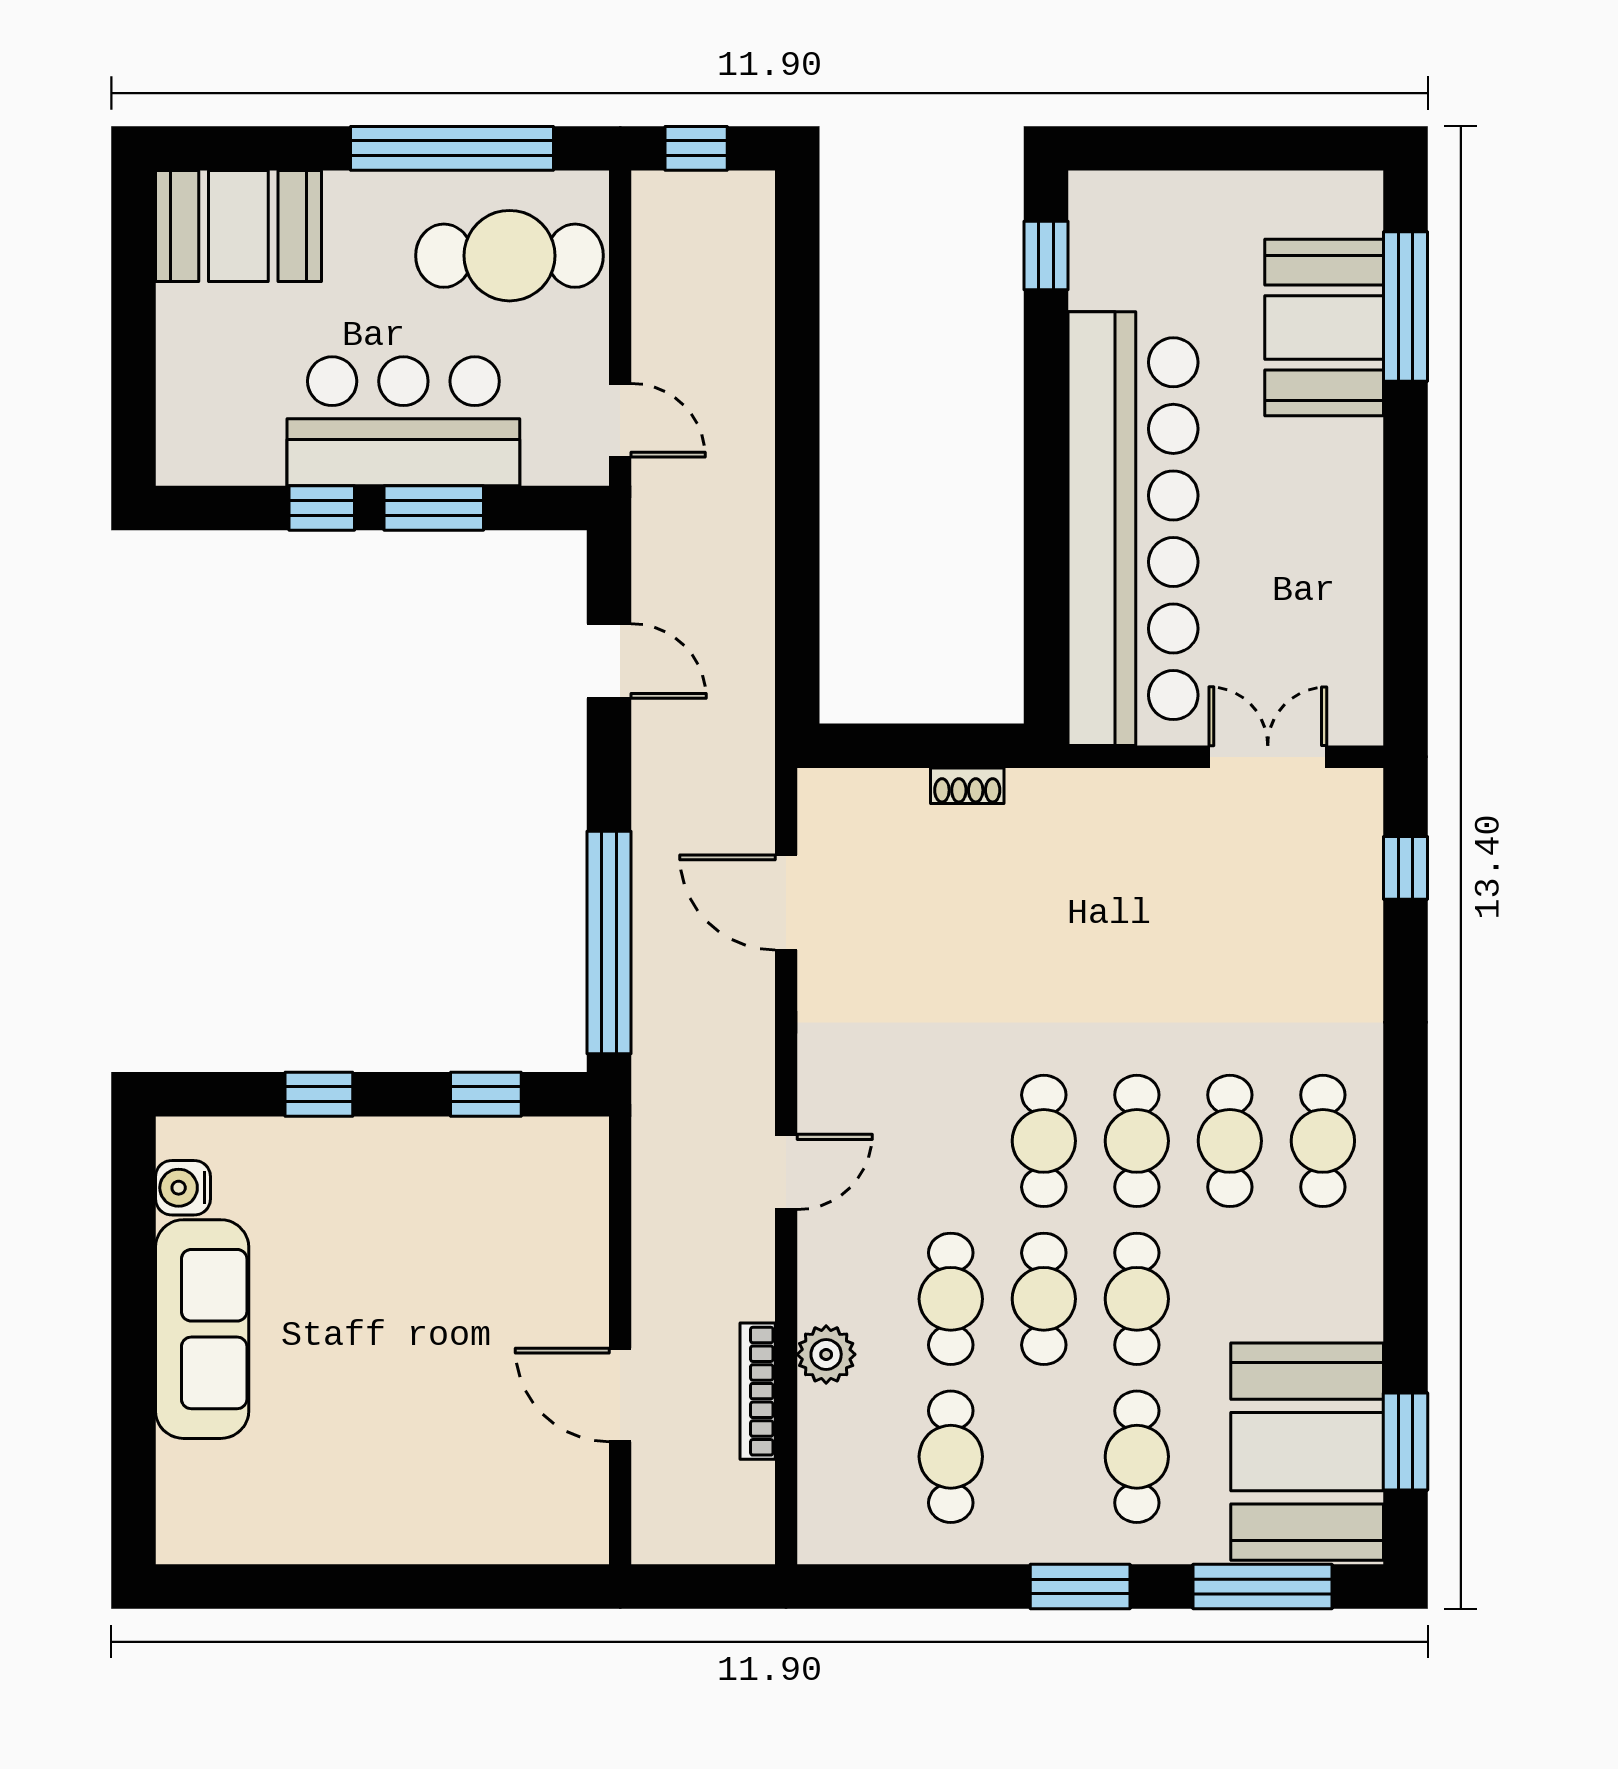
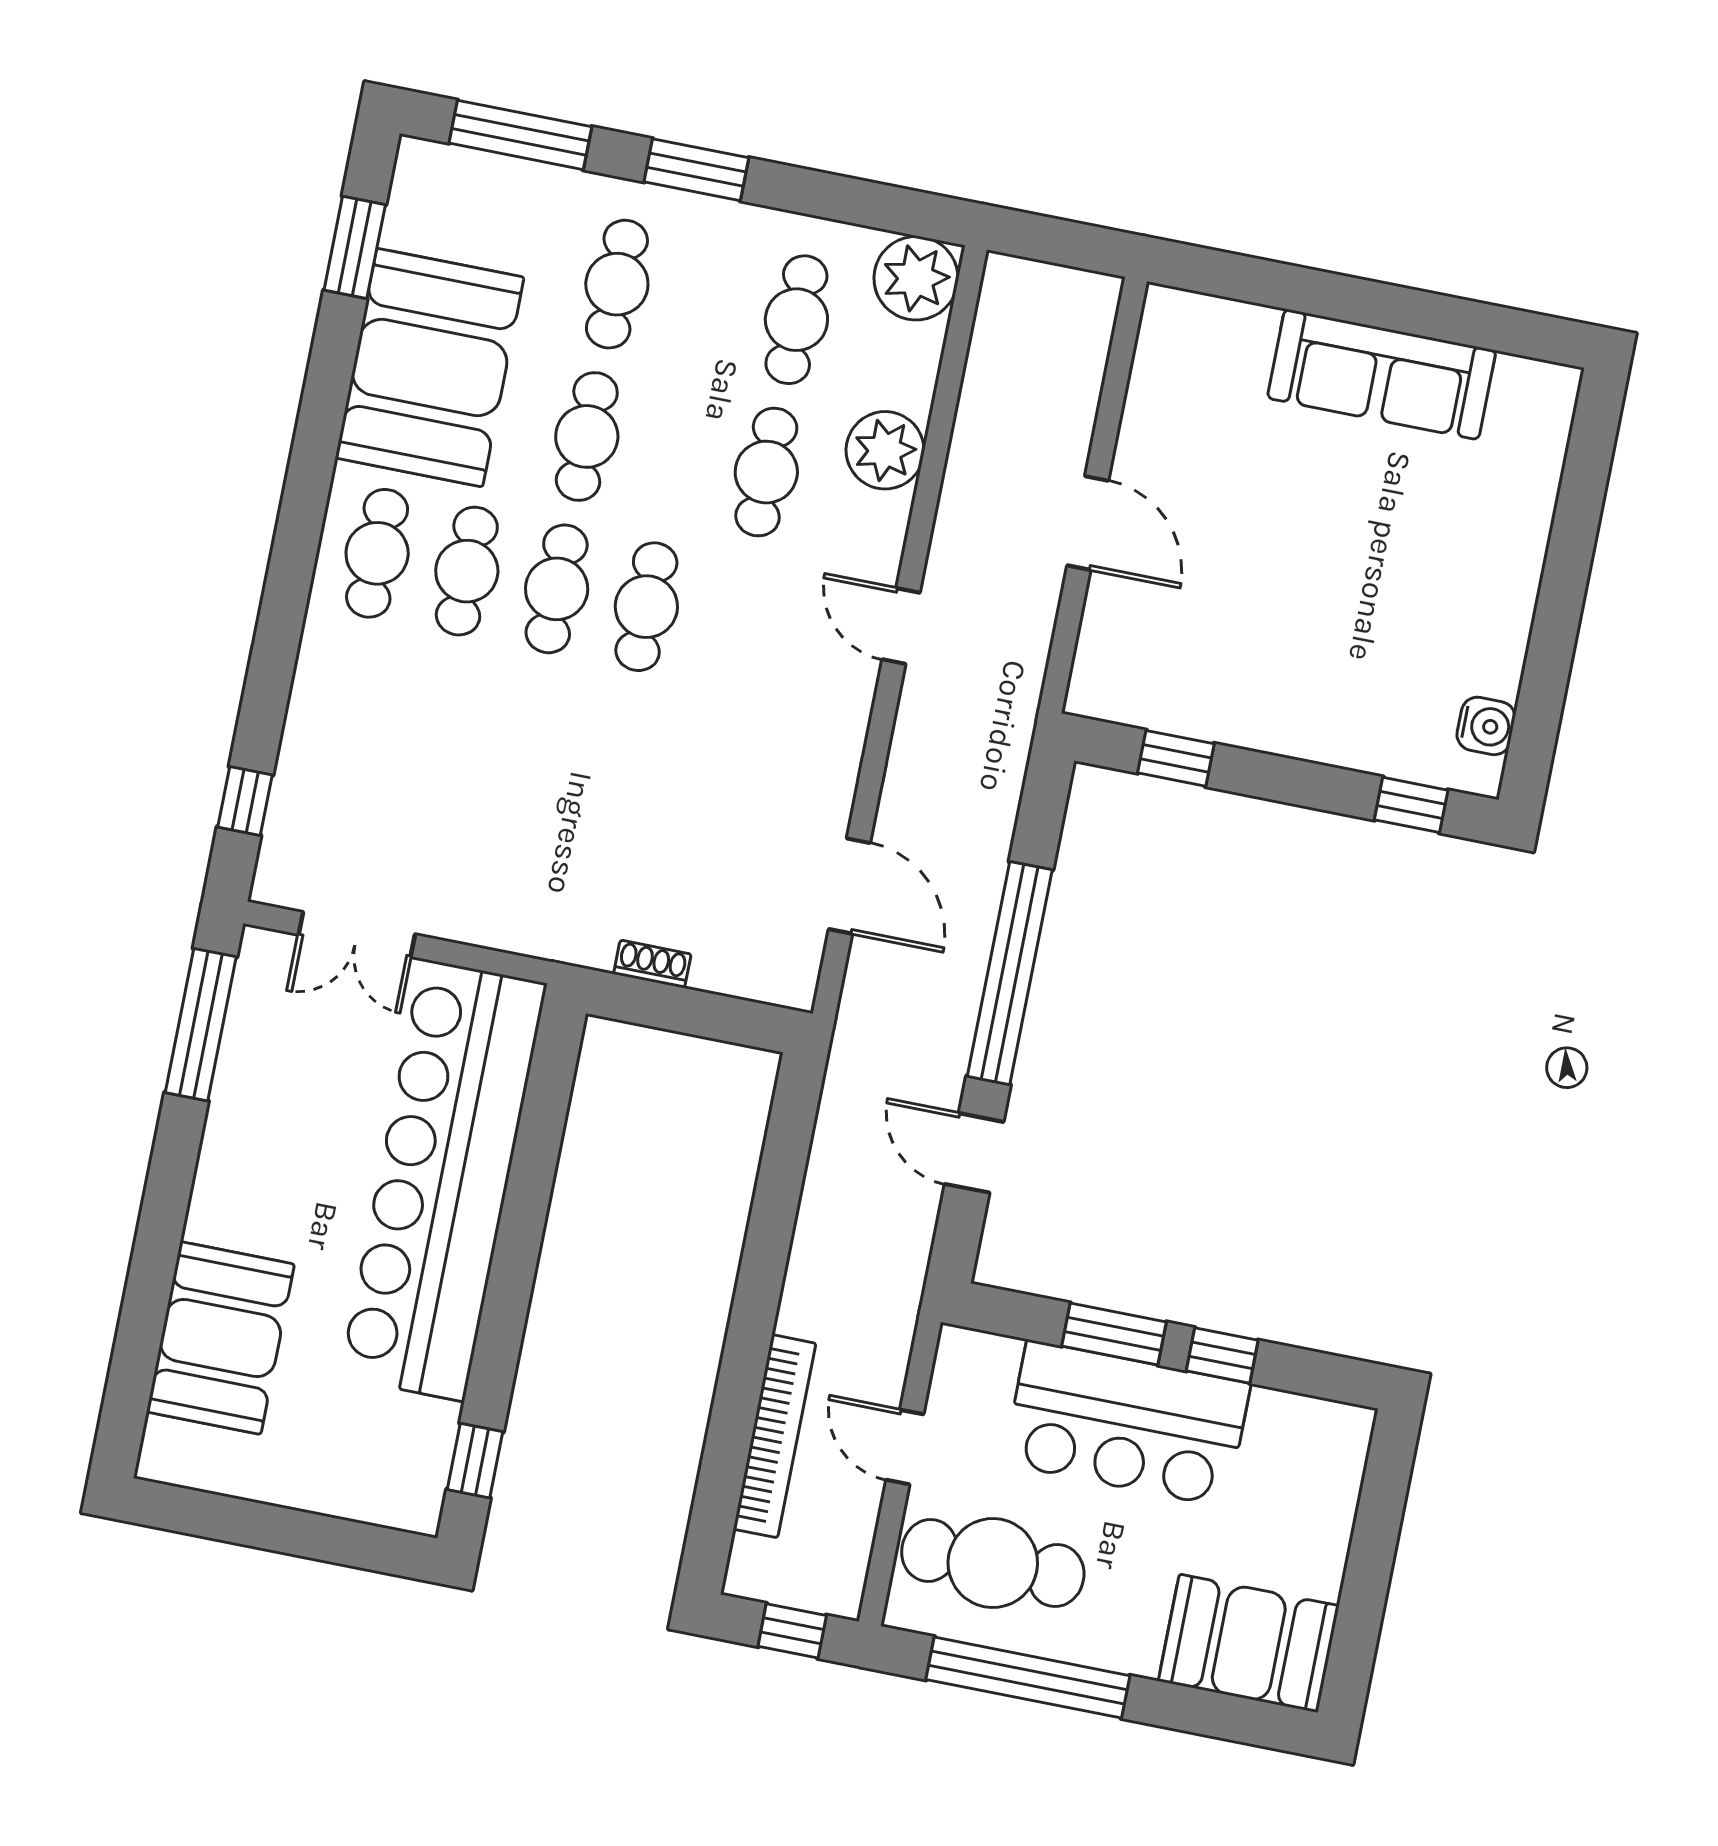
window: (1406, 306) -> (201, 1025), moved
door: (620, 420) -> (905, 1447), moved
window: (609, 942) -> (1010, 973), moved
window: (319, 1094) -> (1411, 805), moved
door: (786, 1172) -> (901, 626), hinge flipped
cafe table: (1044, 1299) -> (677, 454), removed
sofa: (202, 1329) -> (1382, 374), moved, turned -90
plant: (826, 1354) -> (885, 450), width x1.36, depth x1.36
bookcase: (758, 1391) -> (775, 1436), moved, width x1.48, depth x1.31
door: (620, 1395) -> (1088, 523), moved
booth: (1307, 1452) -> (430, 368), moved
plant: (840, 1522) -> (916, 278), added

